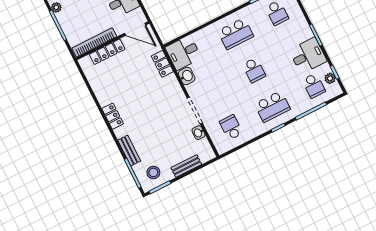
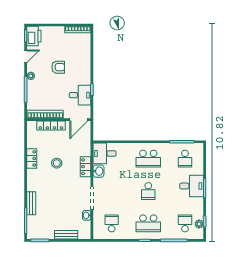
door: (135, 29) -> (79, 120), hinge flipped
desk: (308, 56) -> (192, 186), moved
locker: (162, 64) -> (86, 167), moved
school desk: (314, 86) -> (185, 223), turned 180
locker: (113, 116) -> (32, 158), moved
stool: (153, 172) -> (57, 163), moved

